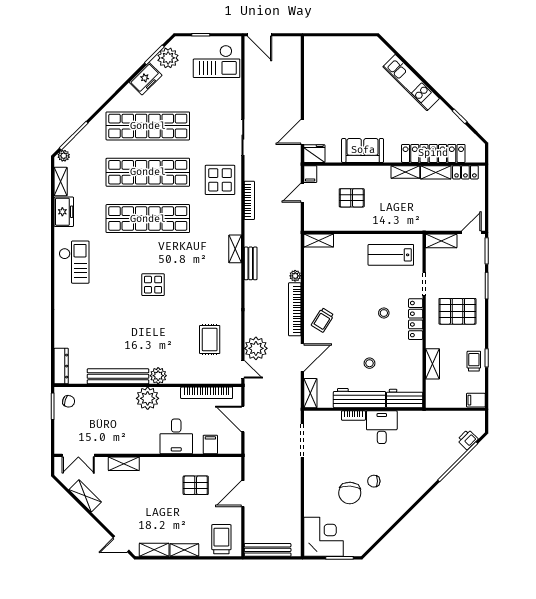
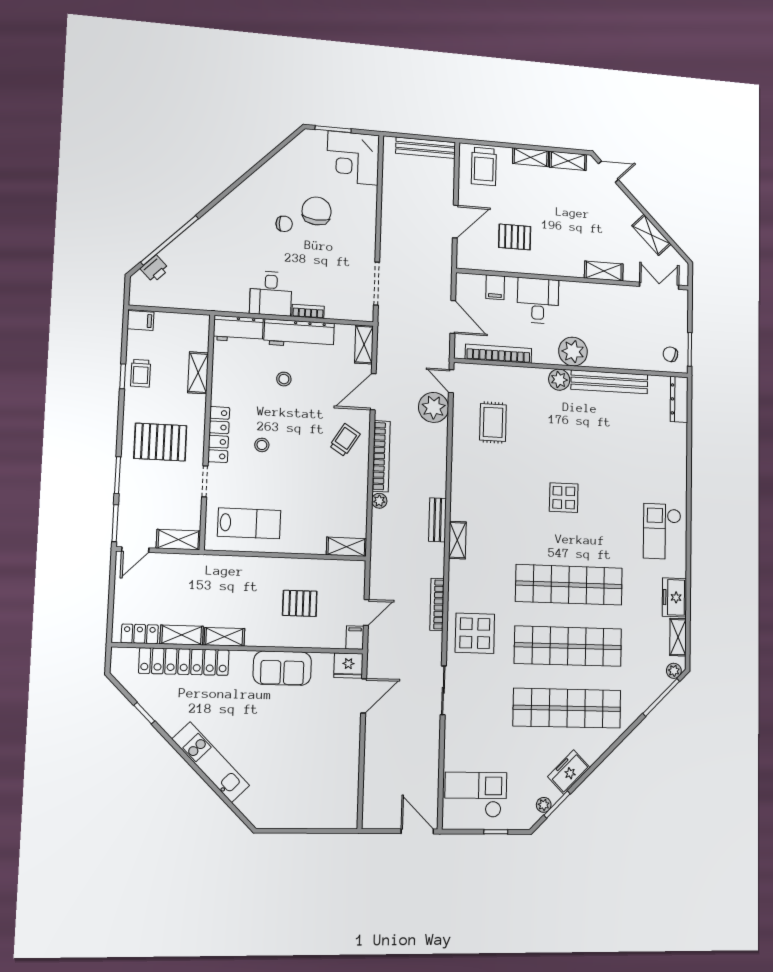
plant: (168, 58) -> (544, 805), width x0.53, depth x0.53

